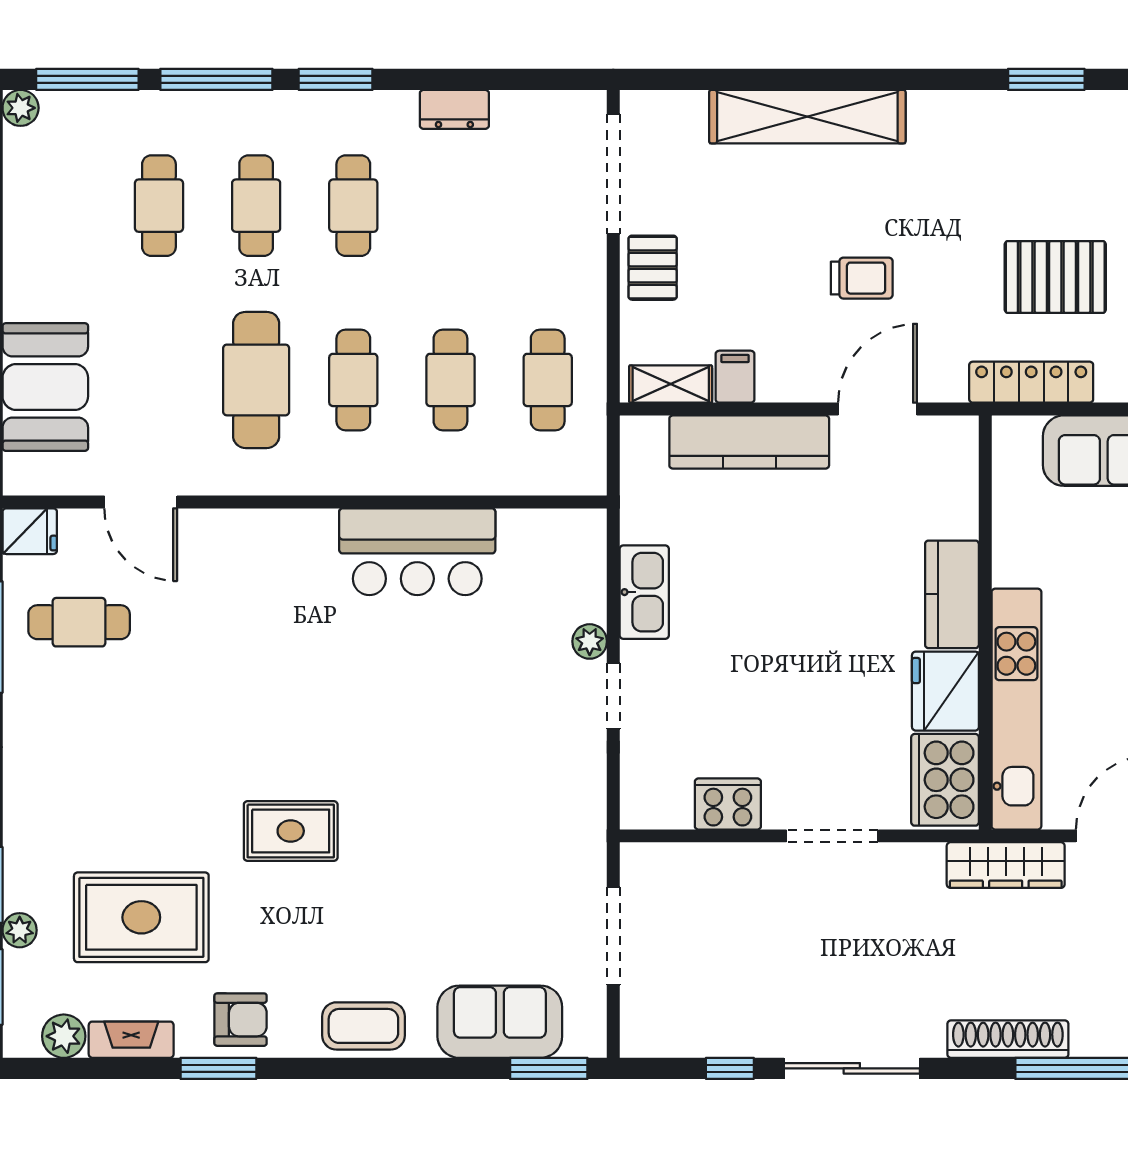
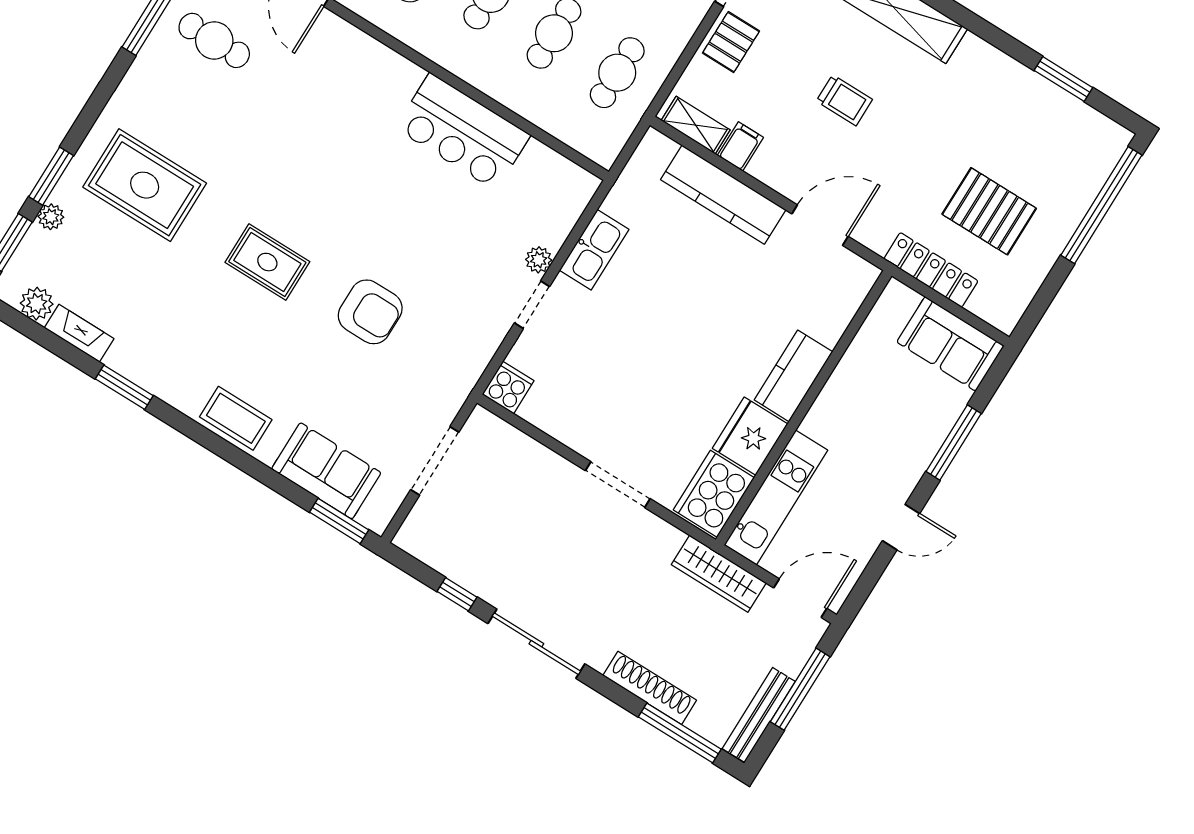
trolley: (862, 278) -> (844, 100), moved
kitchen unit: (1016, 709) -> (776, 498), width x0.73
cooker: (728, 804) -> (508, 387), moved, width x0.73
rug: (141, 917) -> (145, 185), moved
armchair: (241, 1020) -> (370, 312), moved, width x1.38, depth x1.38

